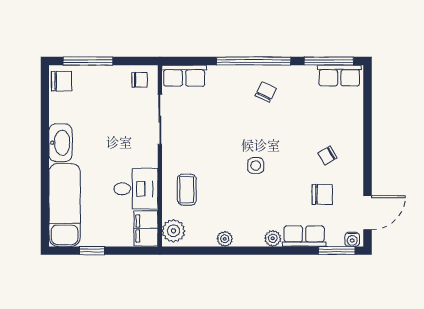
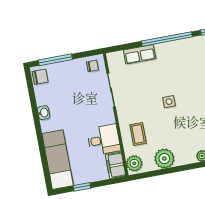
row of seats: (184, 76) -> (140, 54), moved
chair: (266, 92) -> (179, 58), removed
washbasin: (60, 143) -> (44, 113), width x0.52, depth x0.69
side table: (256, 166) -> (169, 102), moved
plant: (225, 239) -> (164, 159), width x1.87, depth x1.87

